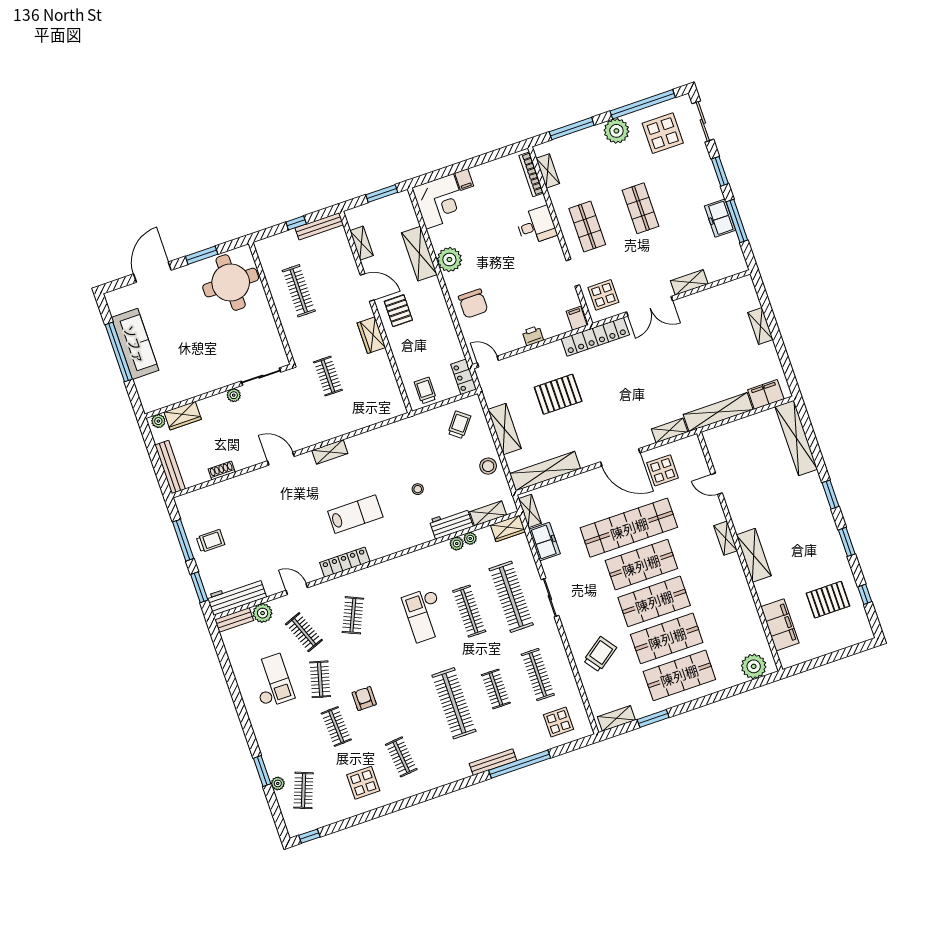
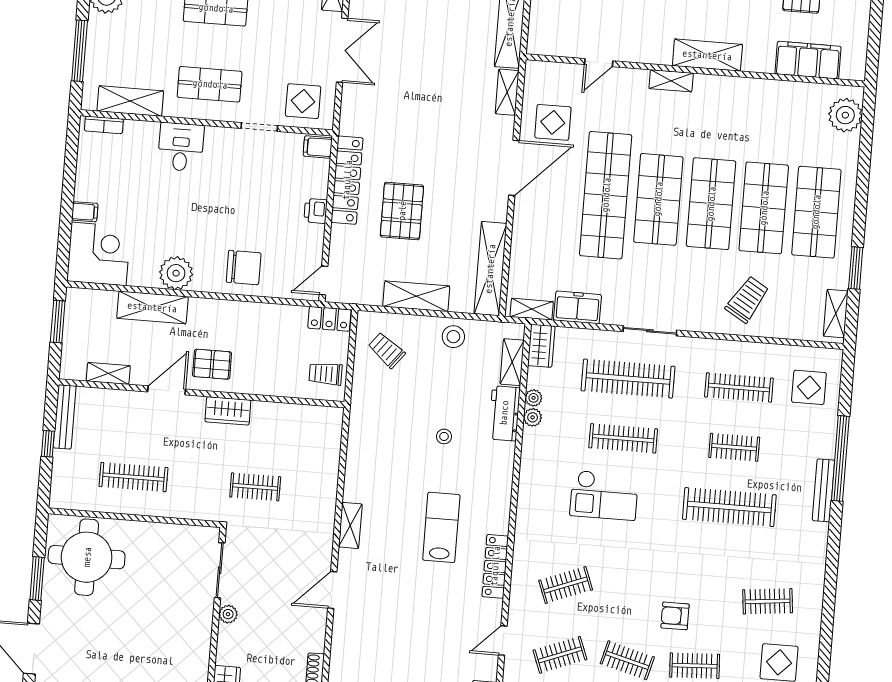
shelving: (548, 171) -> (130, 101), width x1.50, depth x1.33
bookcase: (531, 174) -> (104, 125), width x0.64
locker: (595, 337) -> (347, 180), moved
clothes rail: (353, 615) -> (566, 585), turned -45
trolley: (600, 654) -> (747, 299), turned 67

